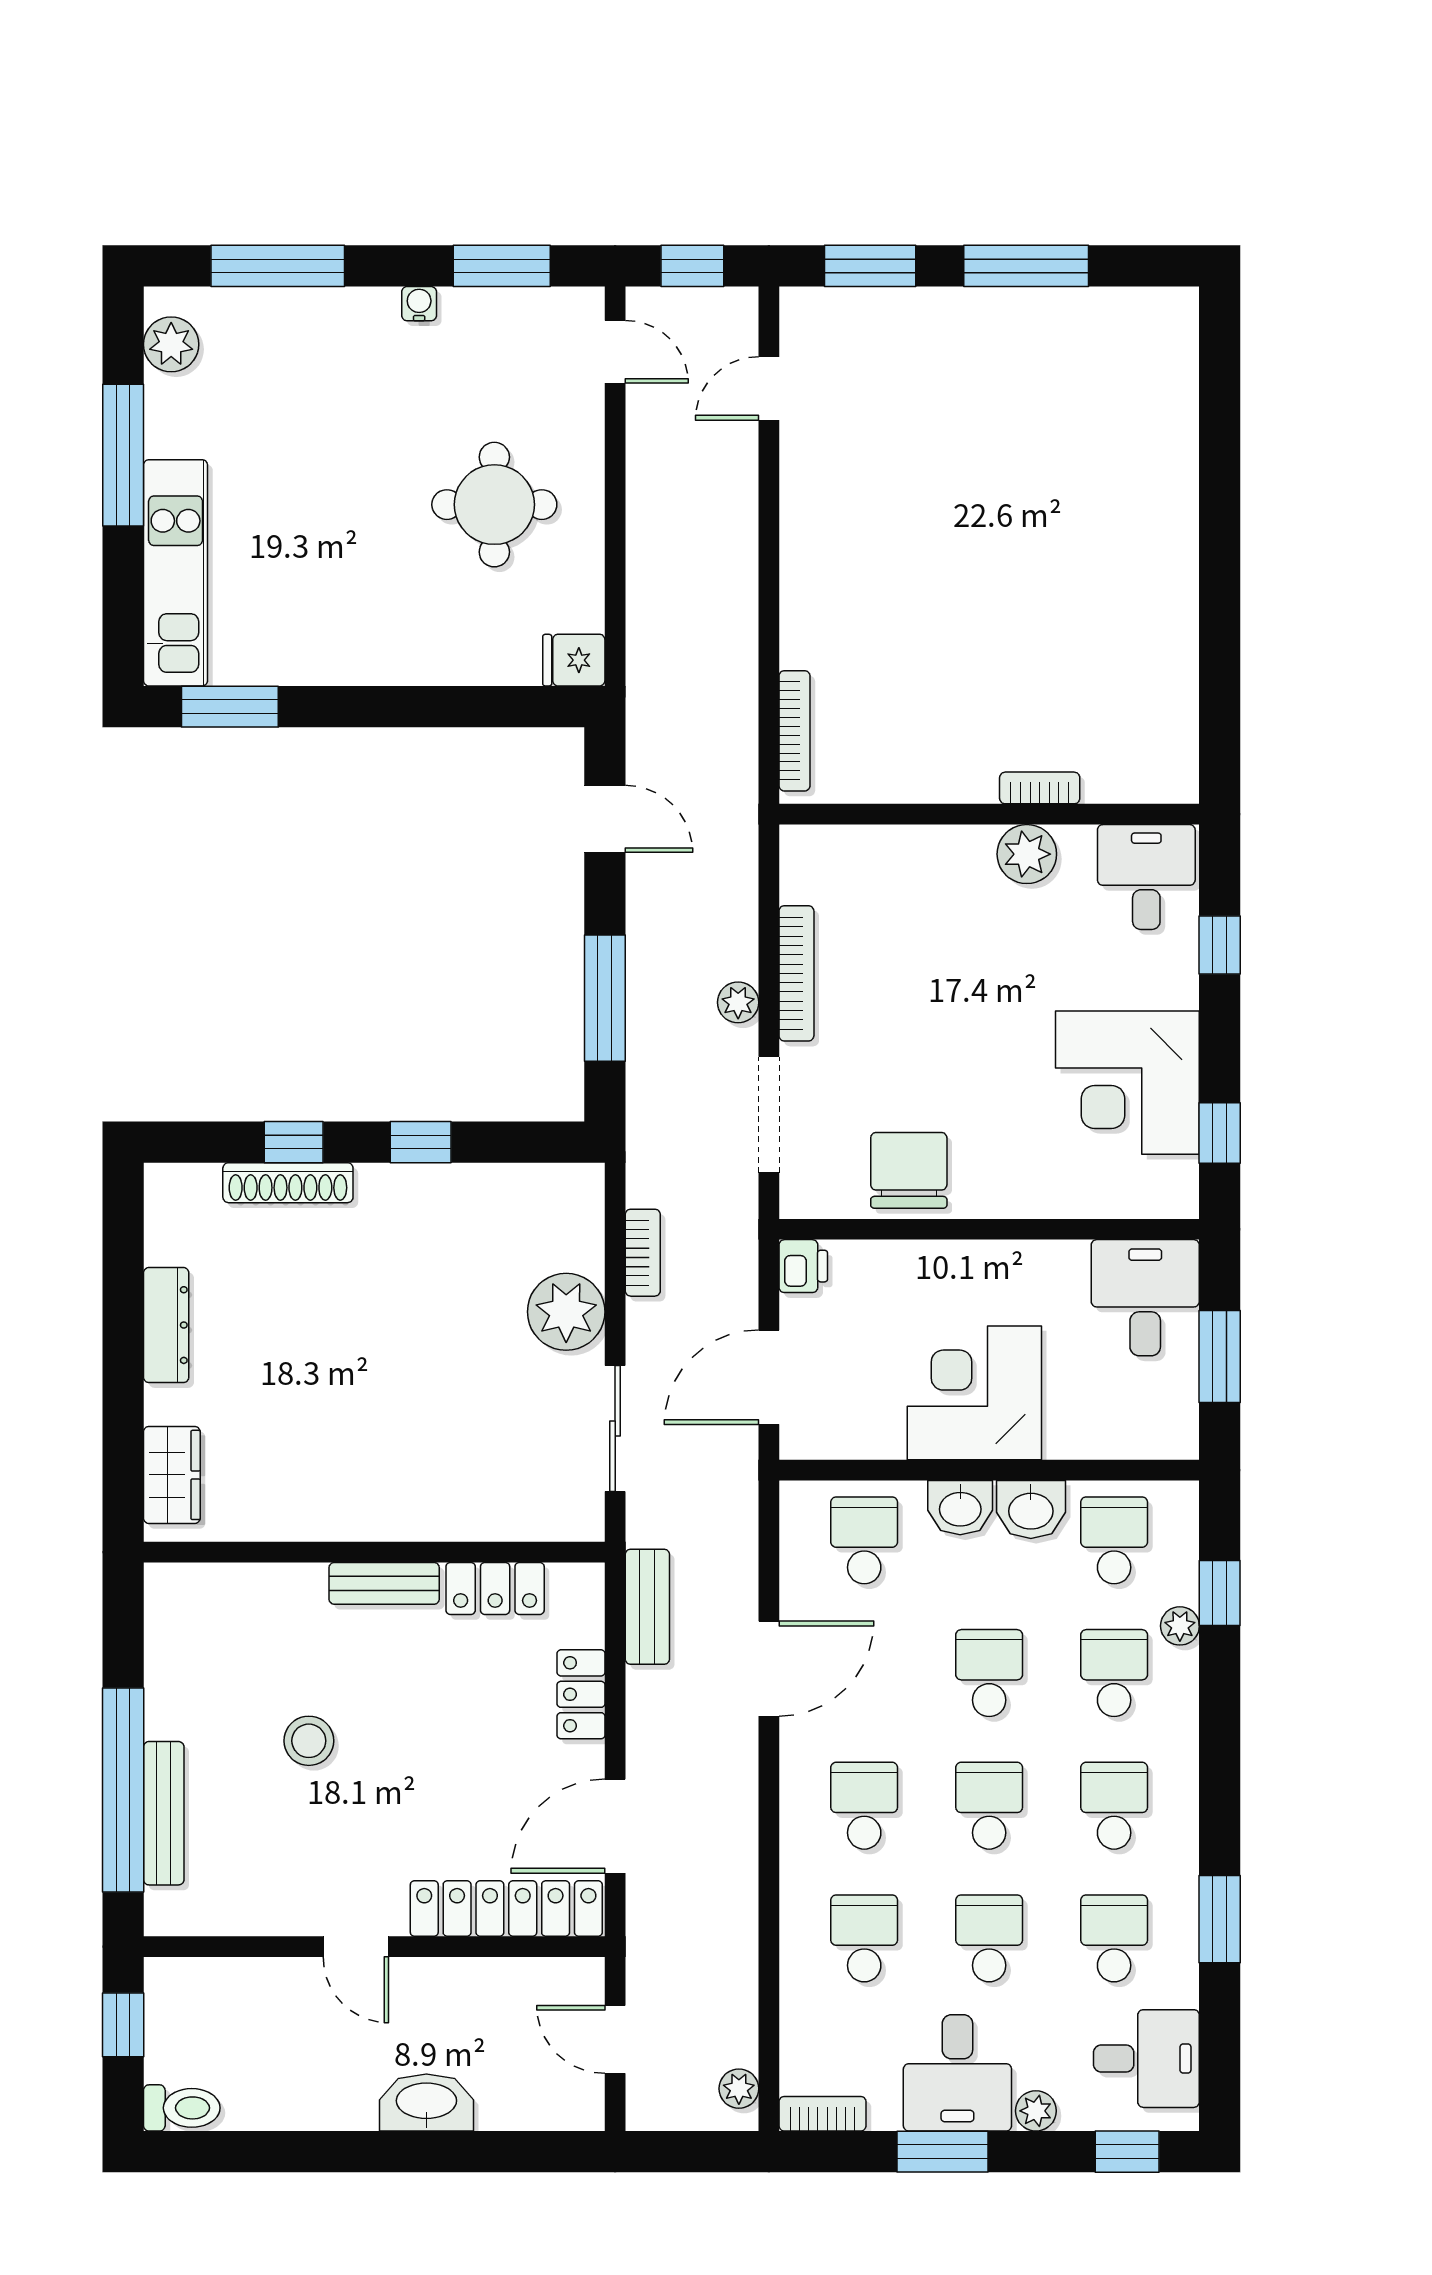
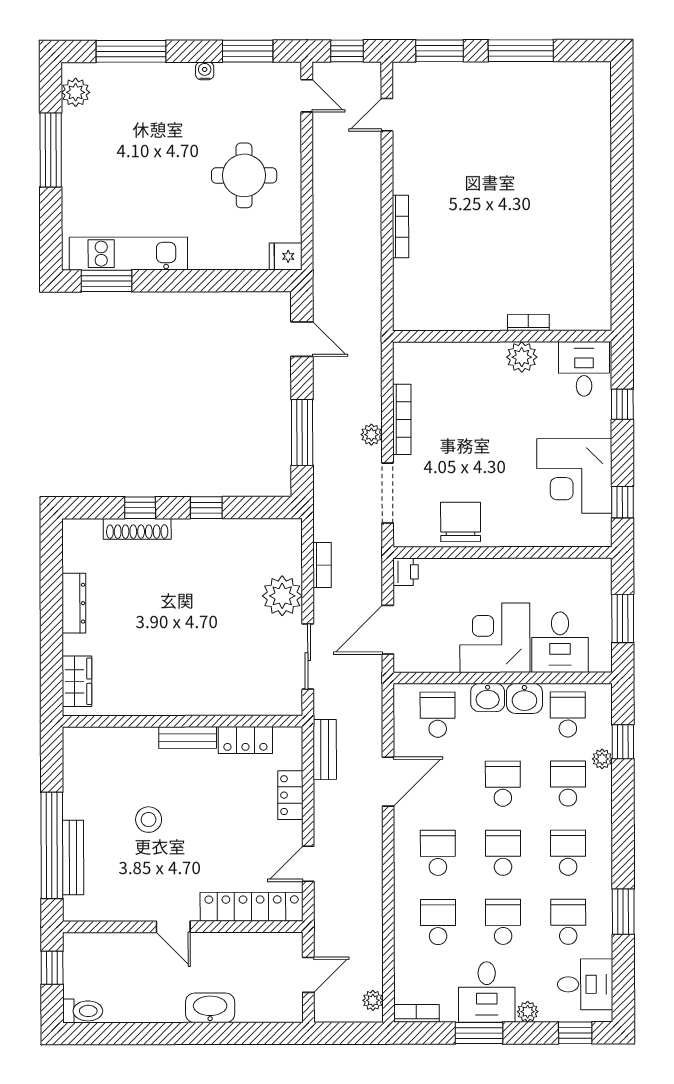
kitchen unit: (176, 573) -> (128, 254), moved, turned -90
bookcase: (794, 731) -> (400, 227), moved
desk: (1145, 1298) -> (560, 642), moved, turned 180
door: (615, 1826) -> (308, 864), width x0.73
door: (615, 2039) -> (308, 975), swing flipped

